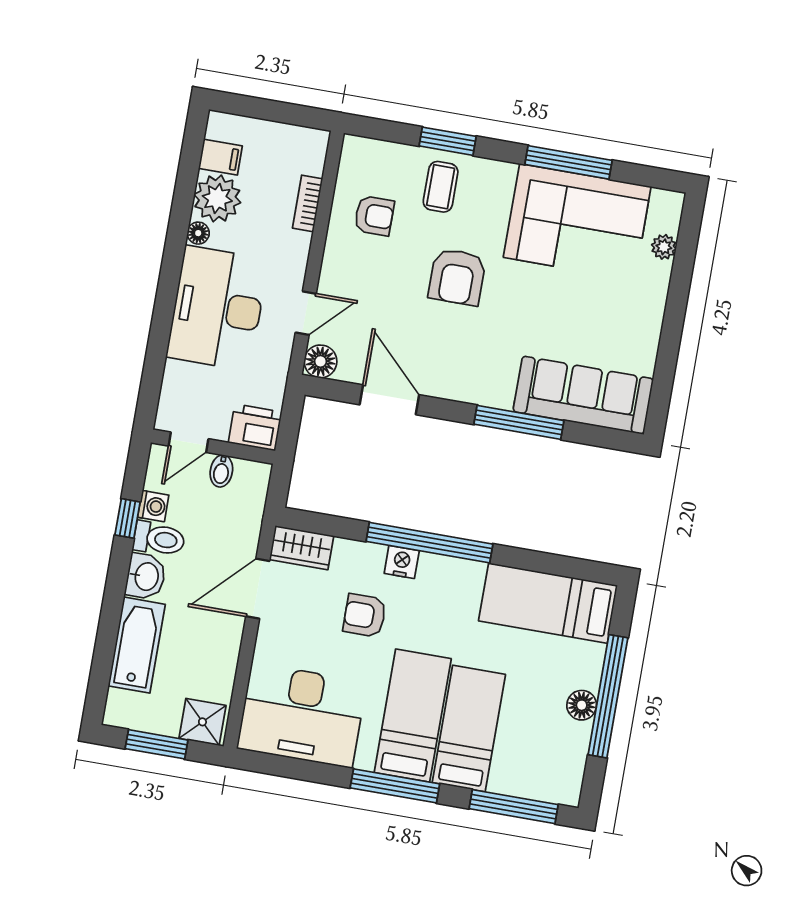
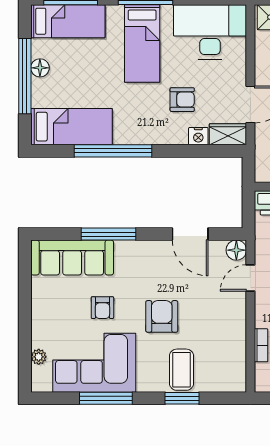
coffee table: (441, 187) -> (181, 370), width x1.36, depth x1.30
armchair: (374, 216) -> (102, 308), moved, turned -90
window: (429, 543) -> (113, 151), moved
nightstand: (402, 562) -> (198, 136), moved
bed: (469, 729) -> (68, 21), moved, turned -90

